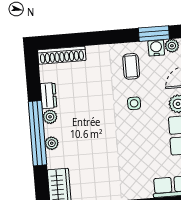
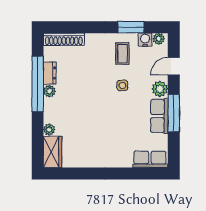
window: (154, 34) -> (131, 27), moved
window: (37, 133) -> (38, 84), moved
plant: (52, 143) -> (49, 129), moved

